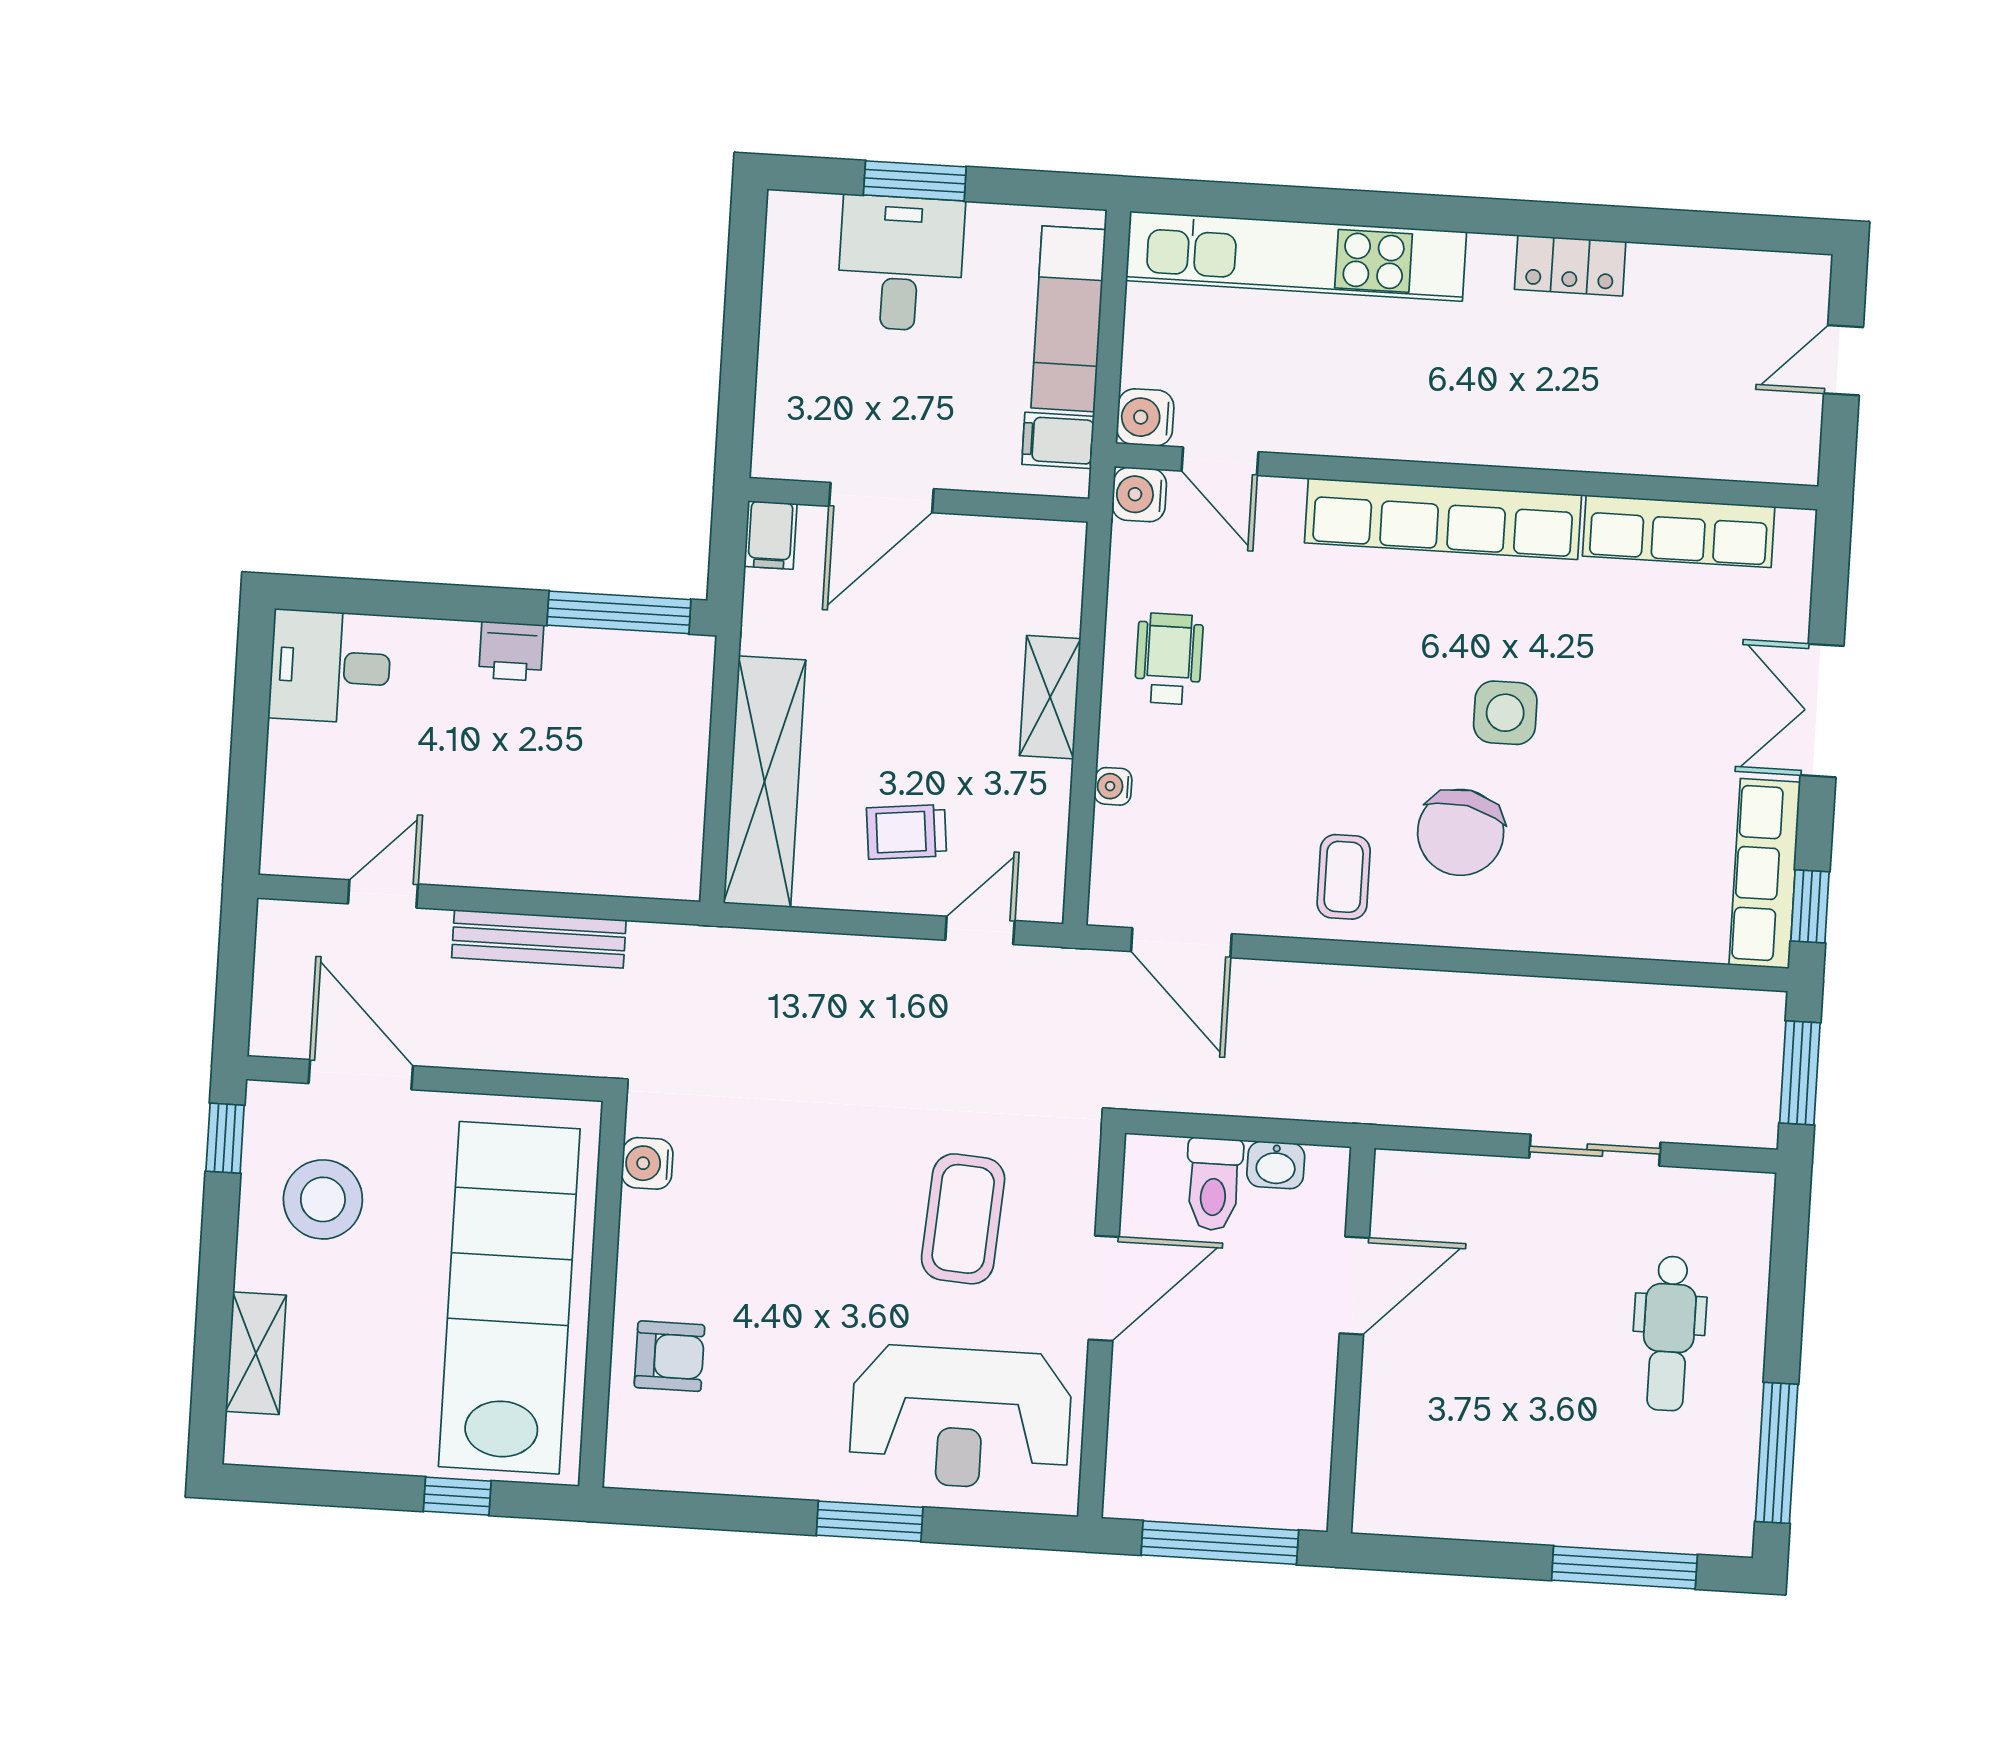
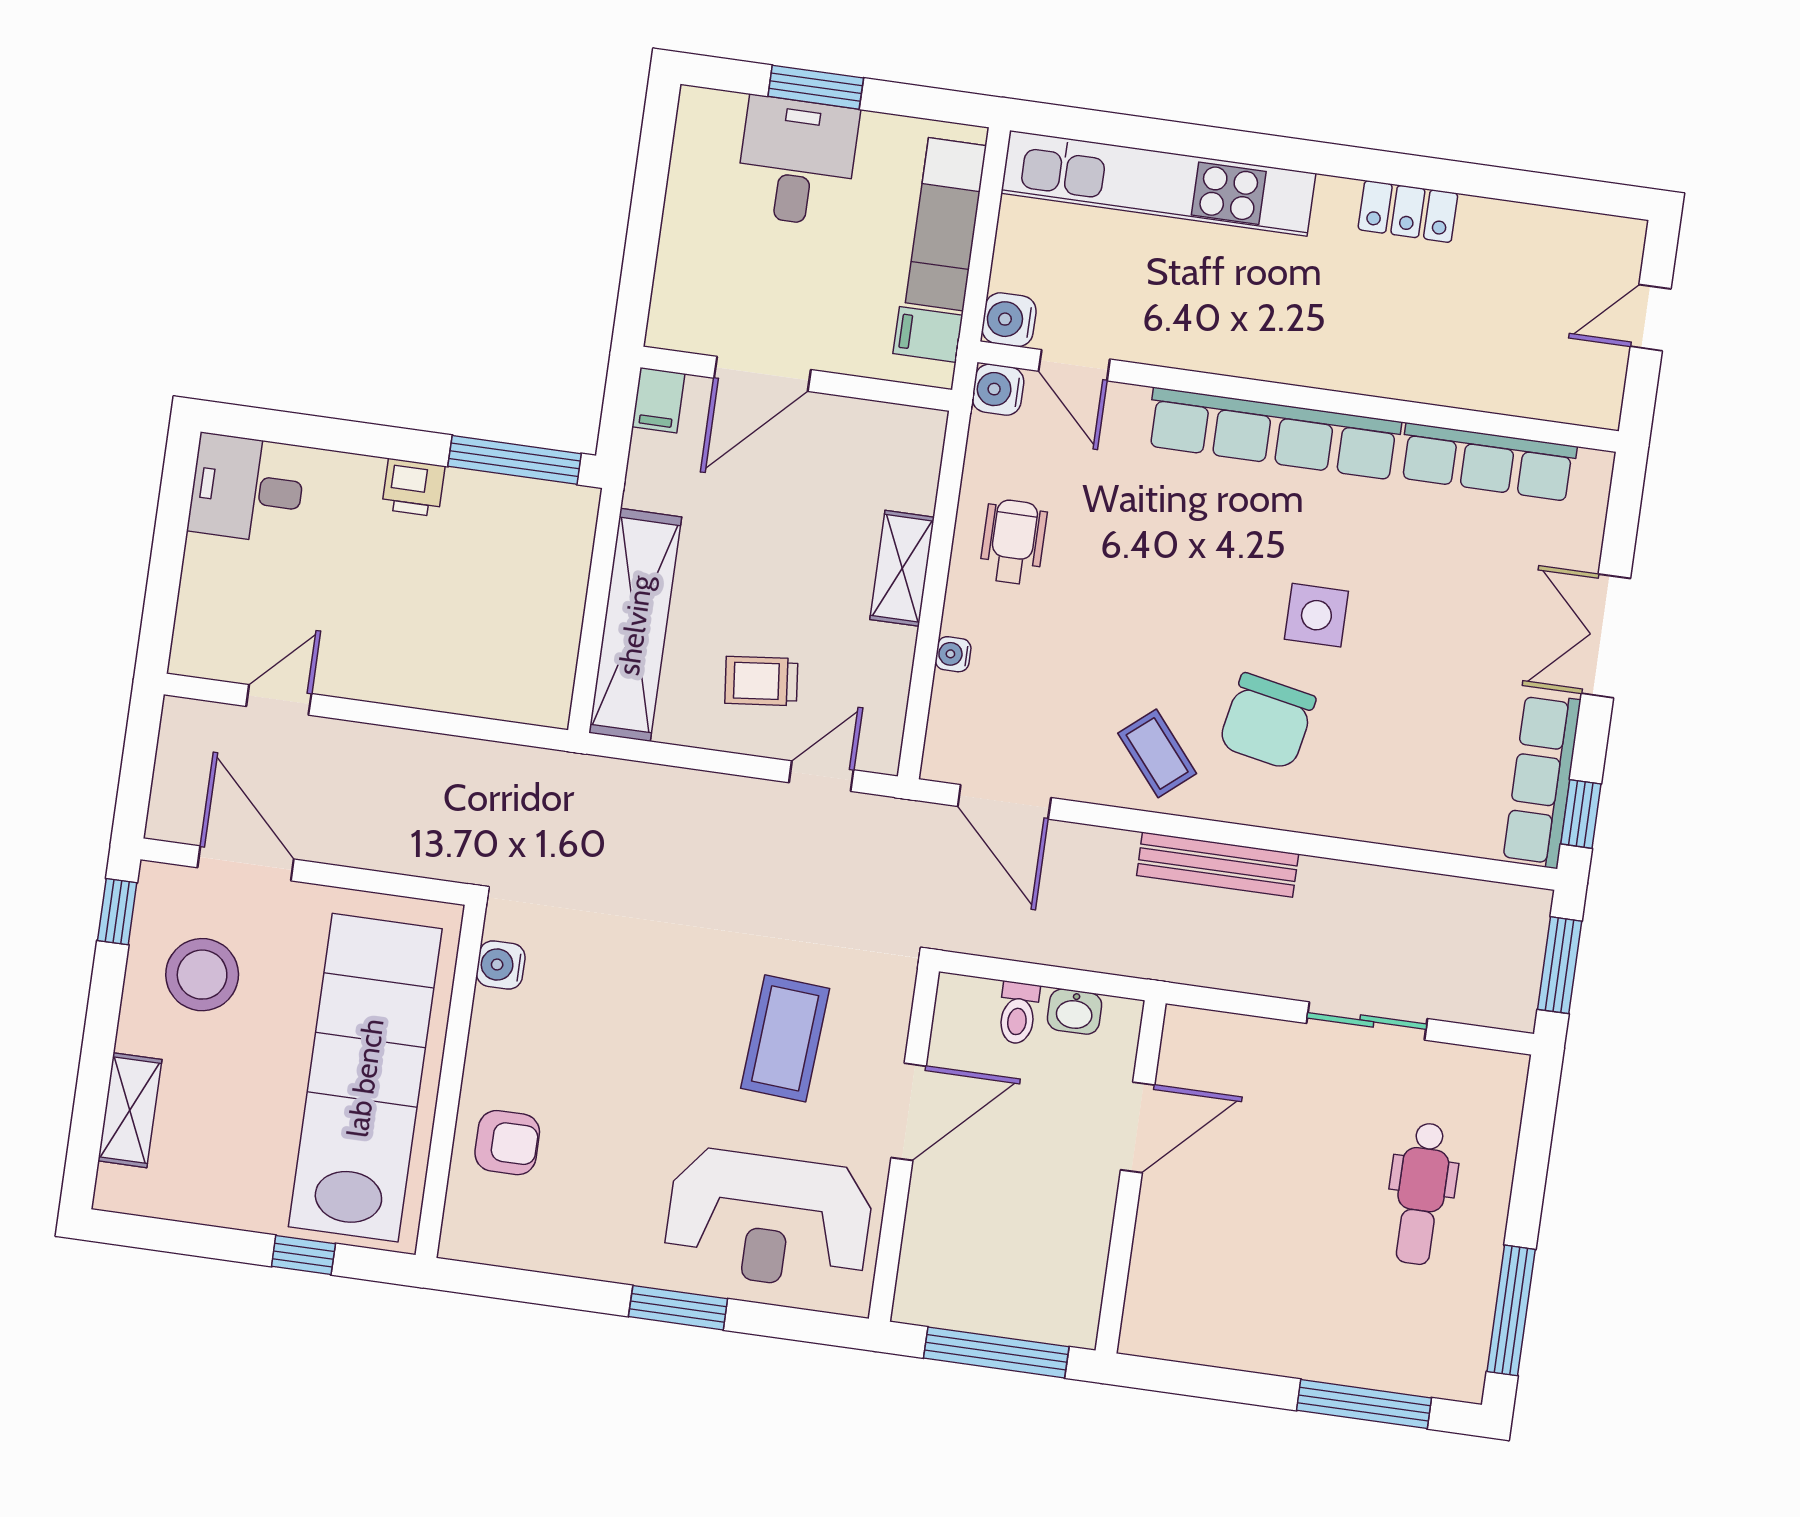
coffee table: (1344, 877) -> (1157, 753), turned -40
bench: (539, 939) -> (1218, 865), moved
toilet: (1214, 1184) -> (1018, 1013), width x0.73, depth x0.72

